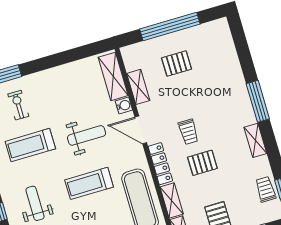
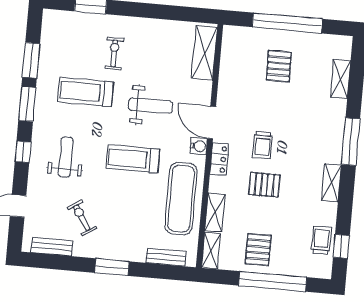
pallet: (177, 63) -> (279, 66), turned 90
shelving: (138, 87) -> (340, 79), moved
exercise bike: (18, 105) -> (114, 53), moved
water cooler: (124, 105) -> (199, 146), moved
locker: (160, 164) -> (219, 159), width x0.66

